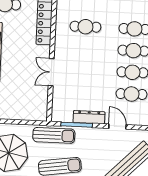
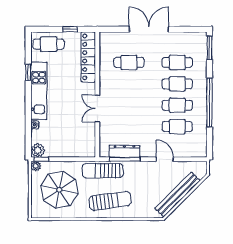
dresser: (89, 117) -> (124, 151), moved
sun lounger: (54, 135) -> (103, 171), turned 180

